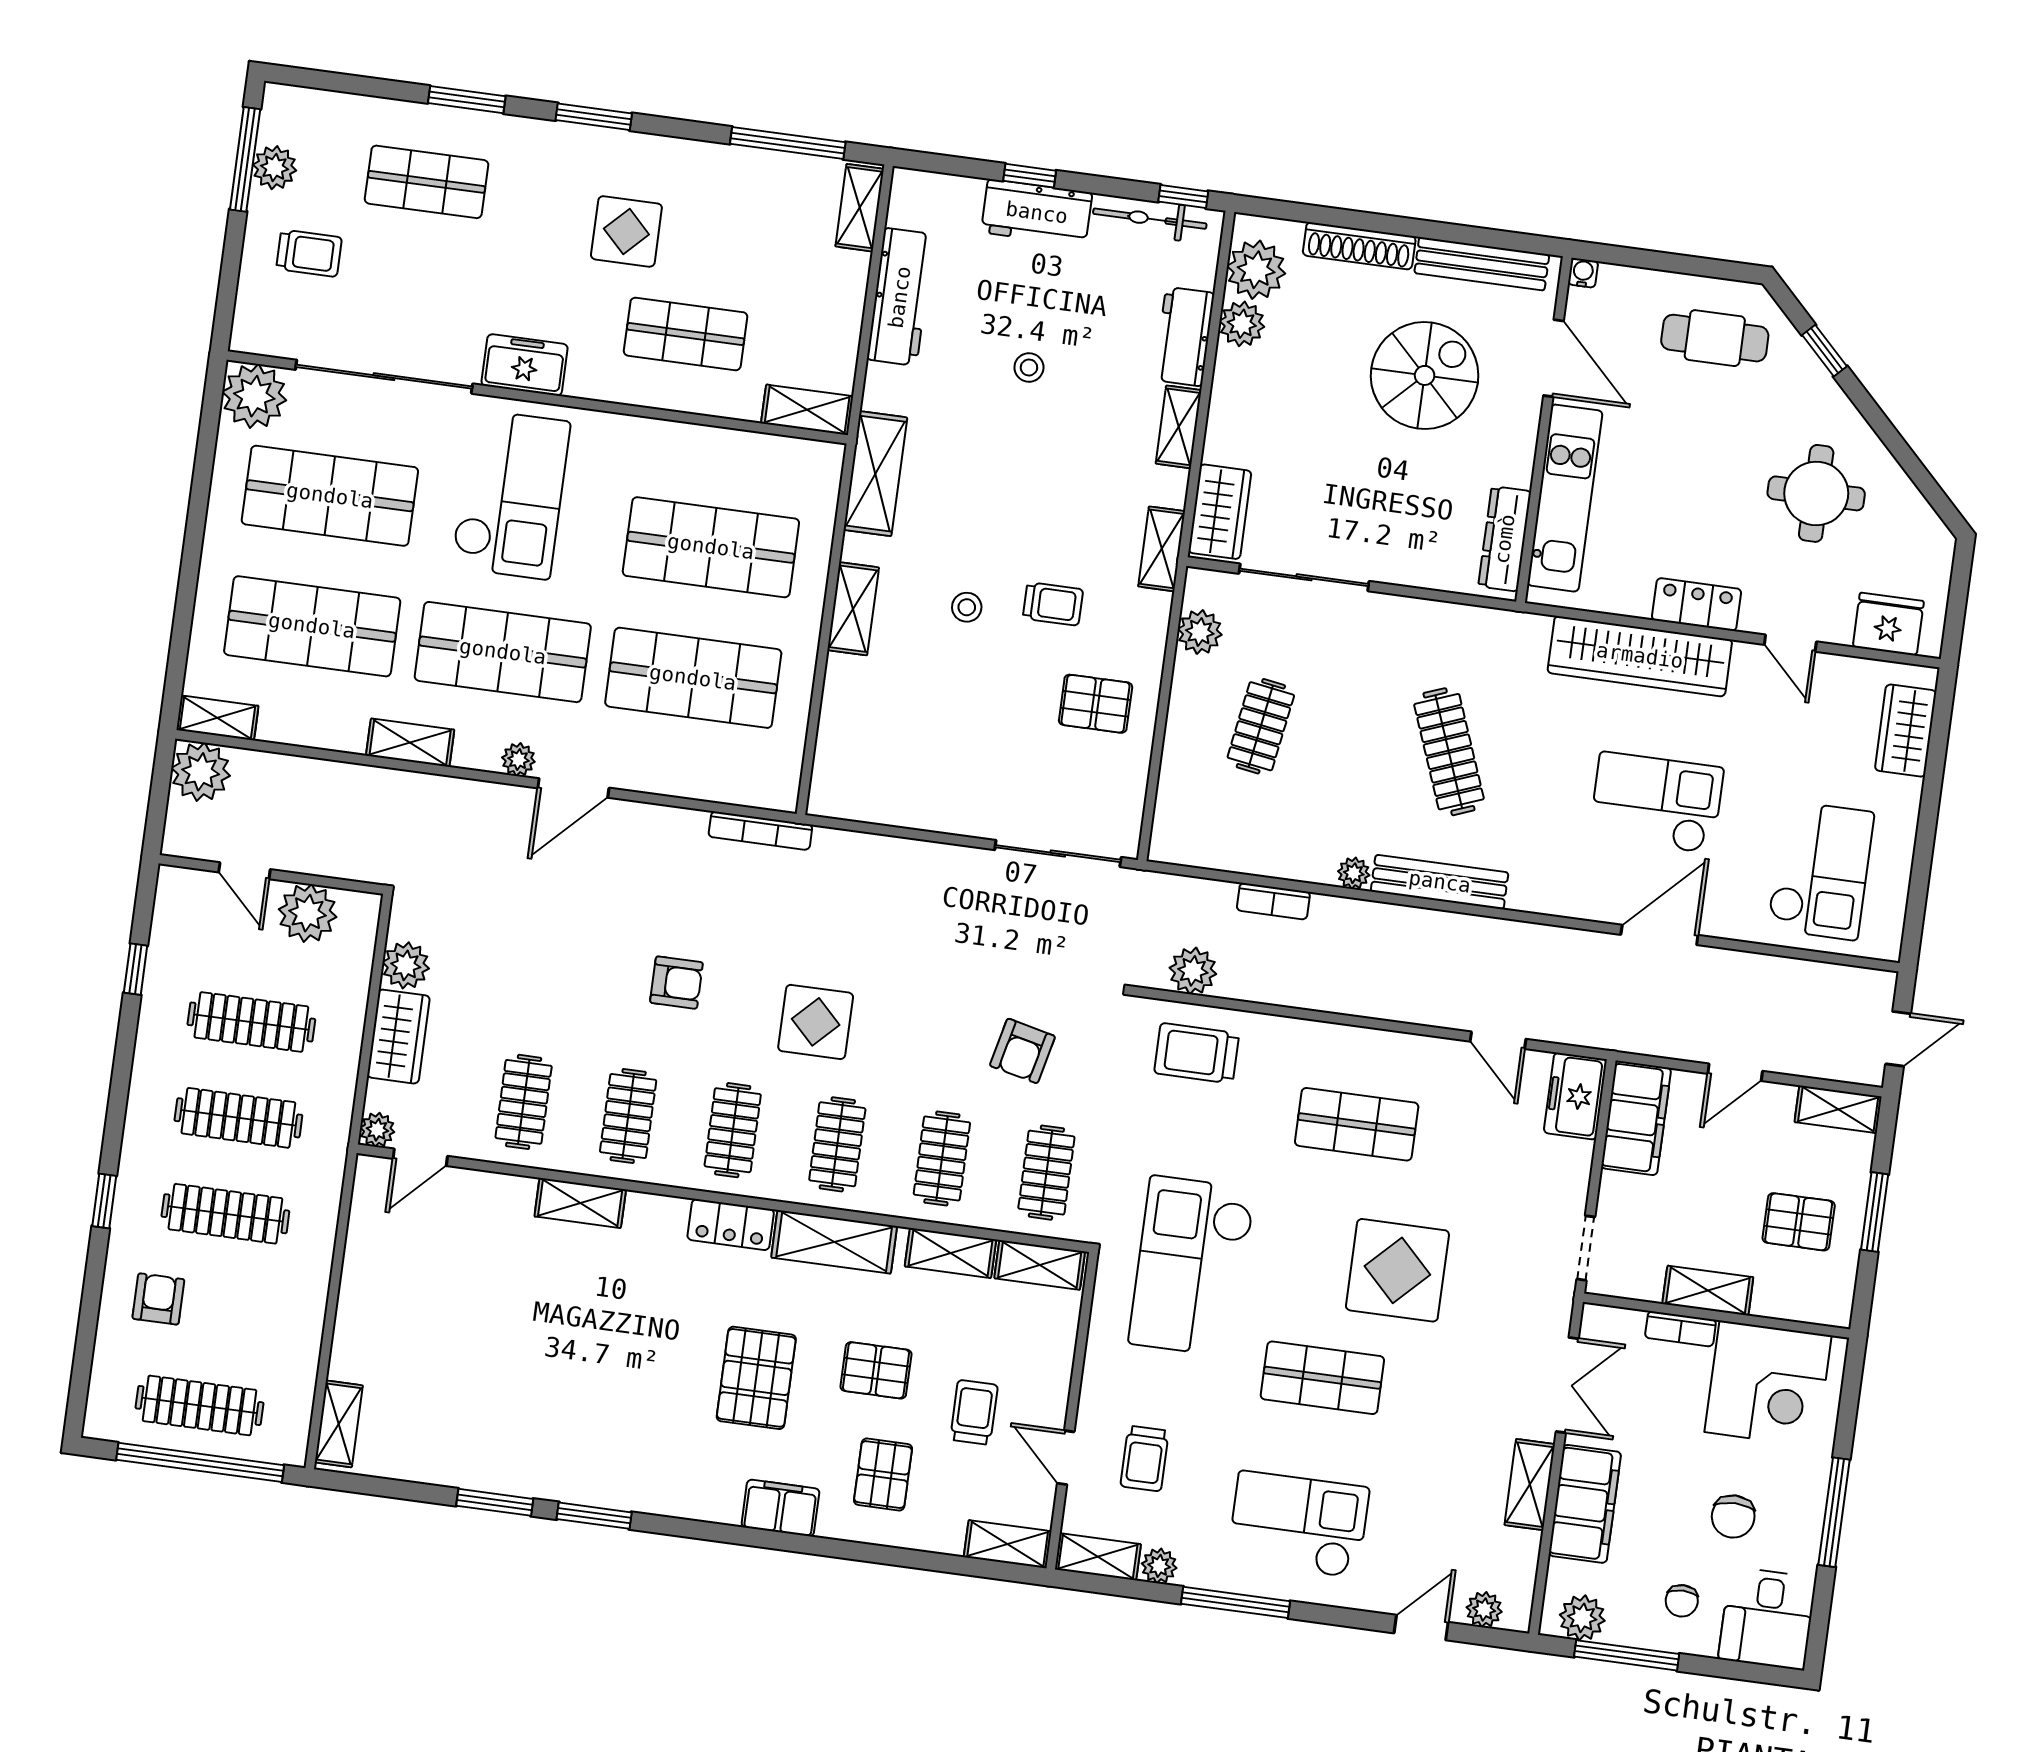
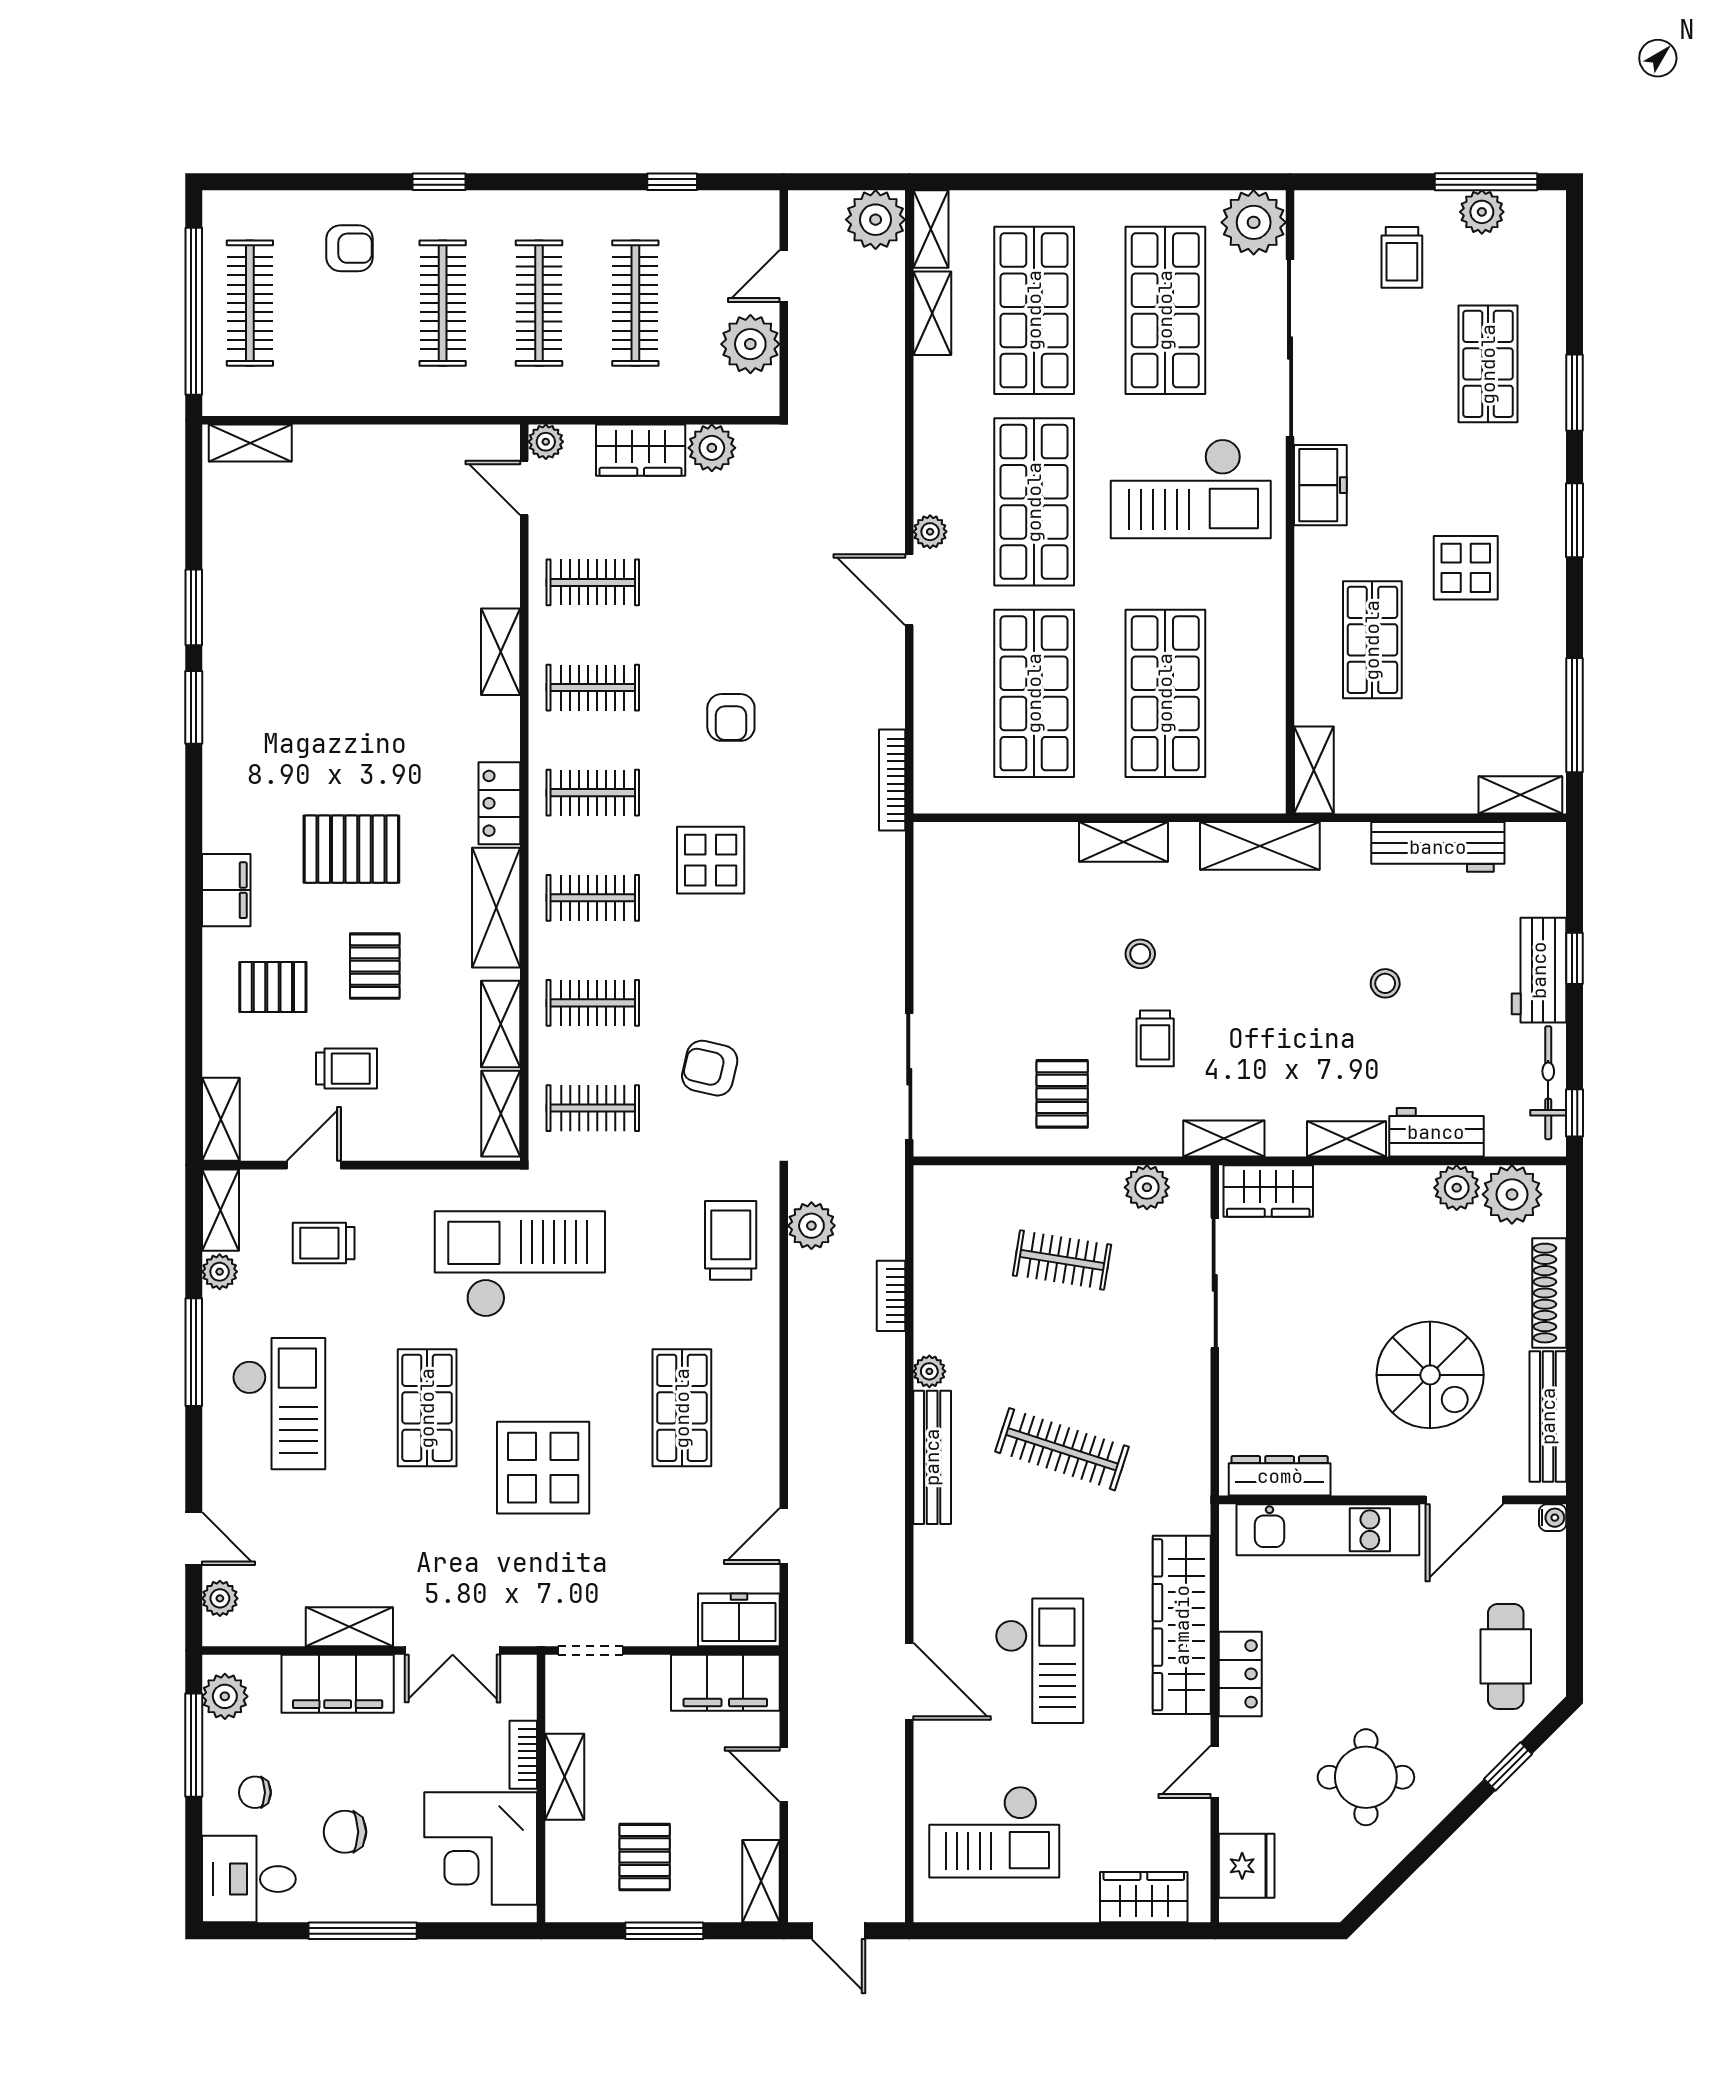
shelving: (410, 743) -> (932, 313), moved
clothes rail: (1449, 752) -> (1062, 1449), turned 39

